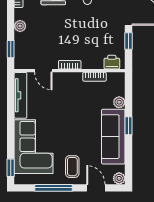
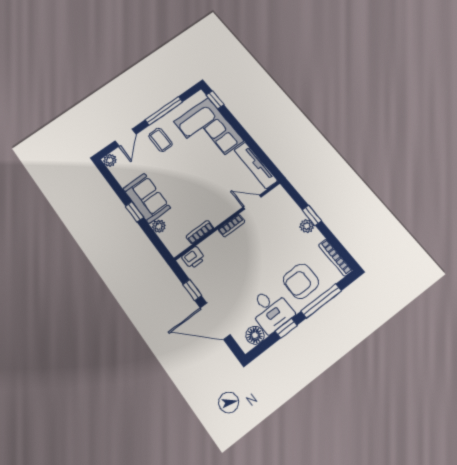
window: (11, 49) -> (312, 215), moved
sofa: (113, 137) -> (147, 198), width x0.73
door: (96, 188) -> (126, 138), hinge flipped

